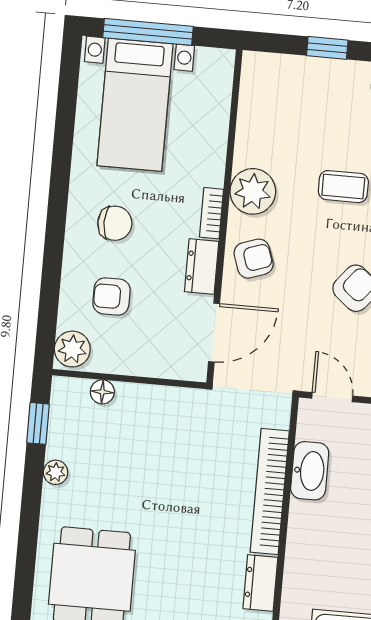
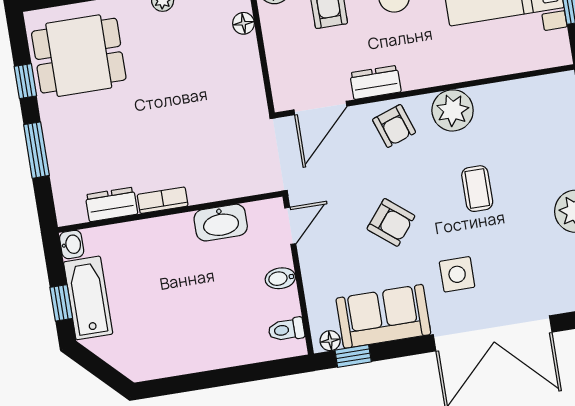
bookcase: (212, 213) -> (424, 79), removed
door: (214, 333) -> (320, 108), hinge flipped
bookcase: (270, 492) -> (163, 200), width x0.43, depth x0.76

